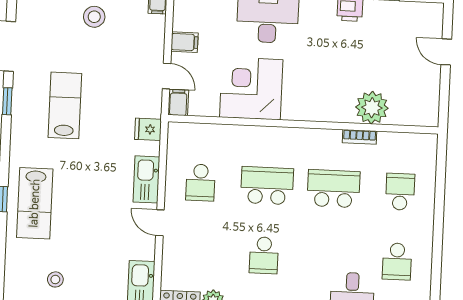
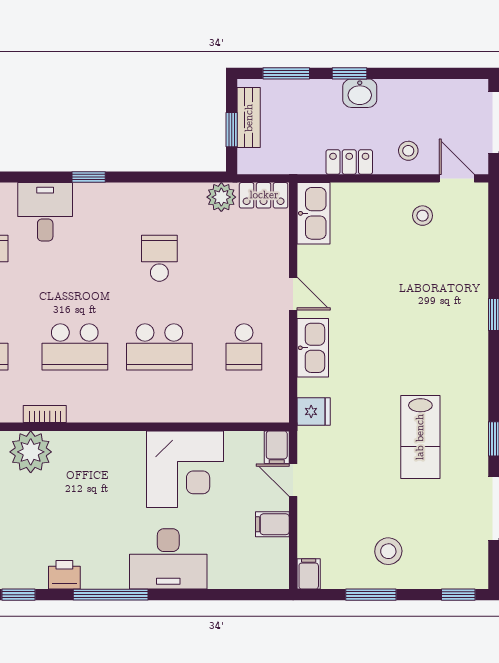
school desk: (200, 183) -> (244, 347), turned 180
lab bench: (35, 203) -> (453, 311), removed

